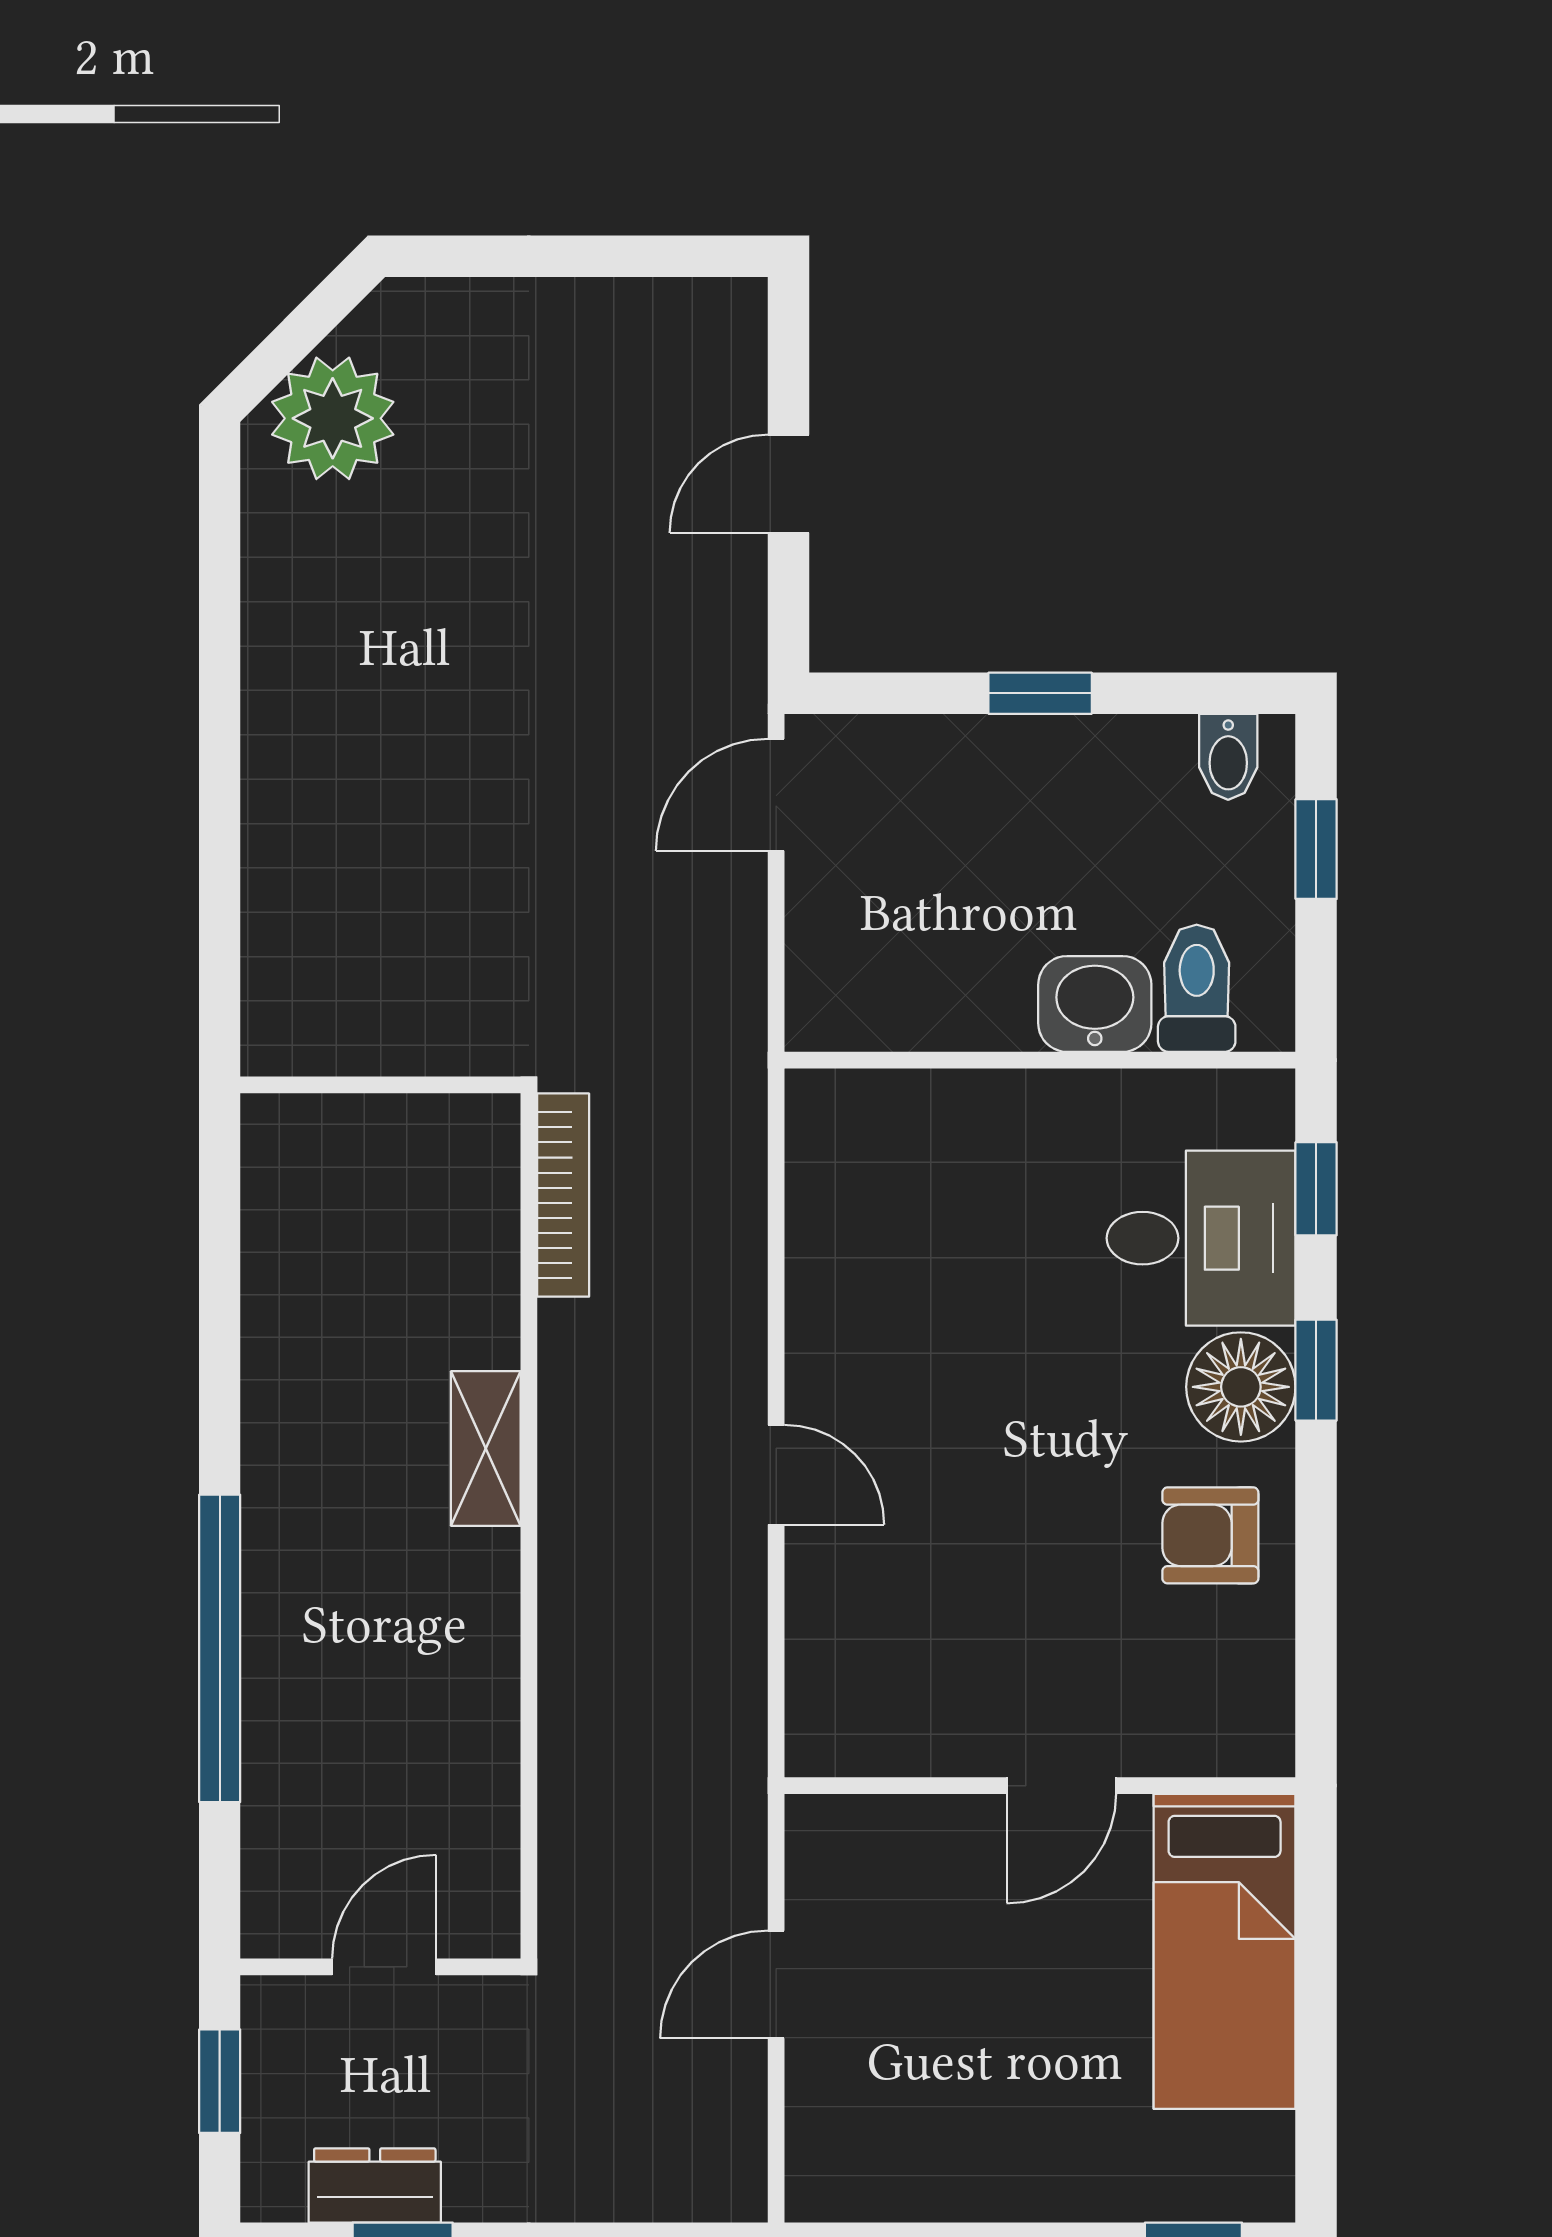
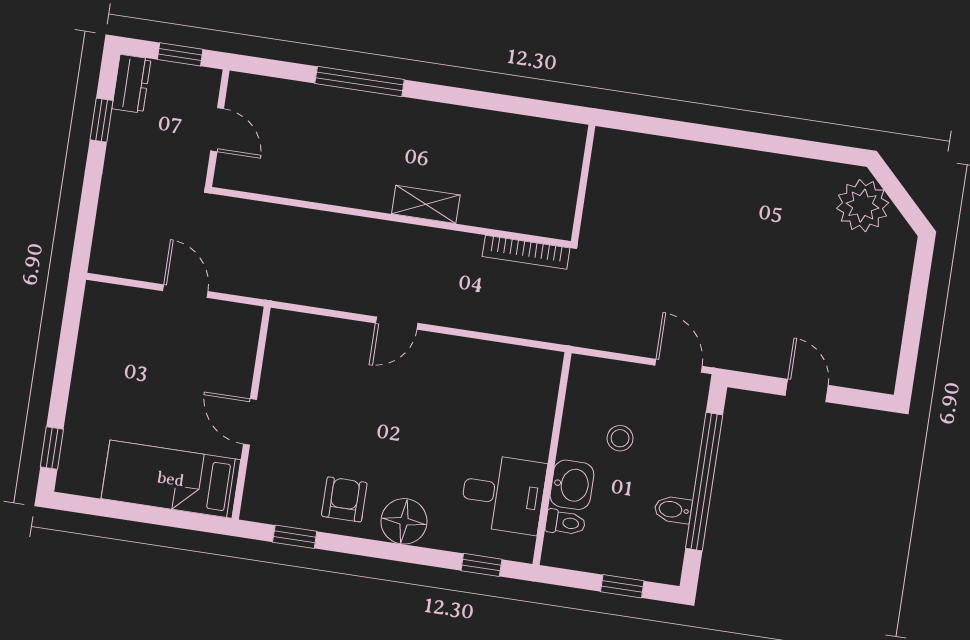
window: (1040, 693) -> (704, 482), width x3.17
bidet: (1228, 757) -> (673, 510), moved
stool: (968, 907) -> (620, 438), added
toilet: (1197, 988) -> (565, 523), width x0.73, depth x0.72
desk: (1201, 1238) -> (503, 494), moved, turned -90
window: (1316, 1370) -> (295, 537), moved
window: (220, 1648) -> (360, 81), width x0.68
dresser: (375, 2185) -> (131, 84), moved

